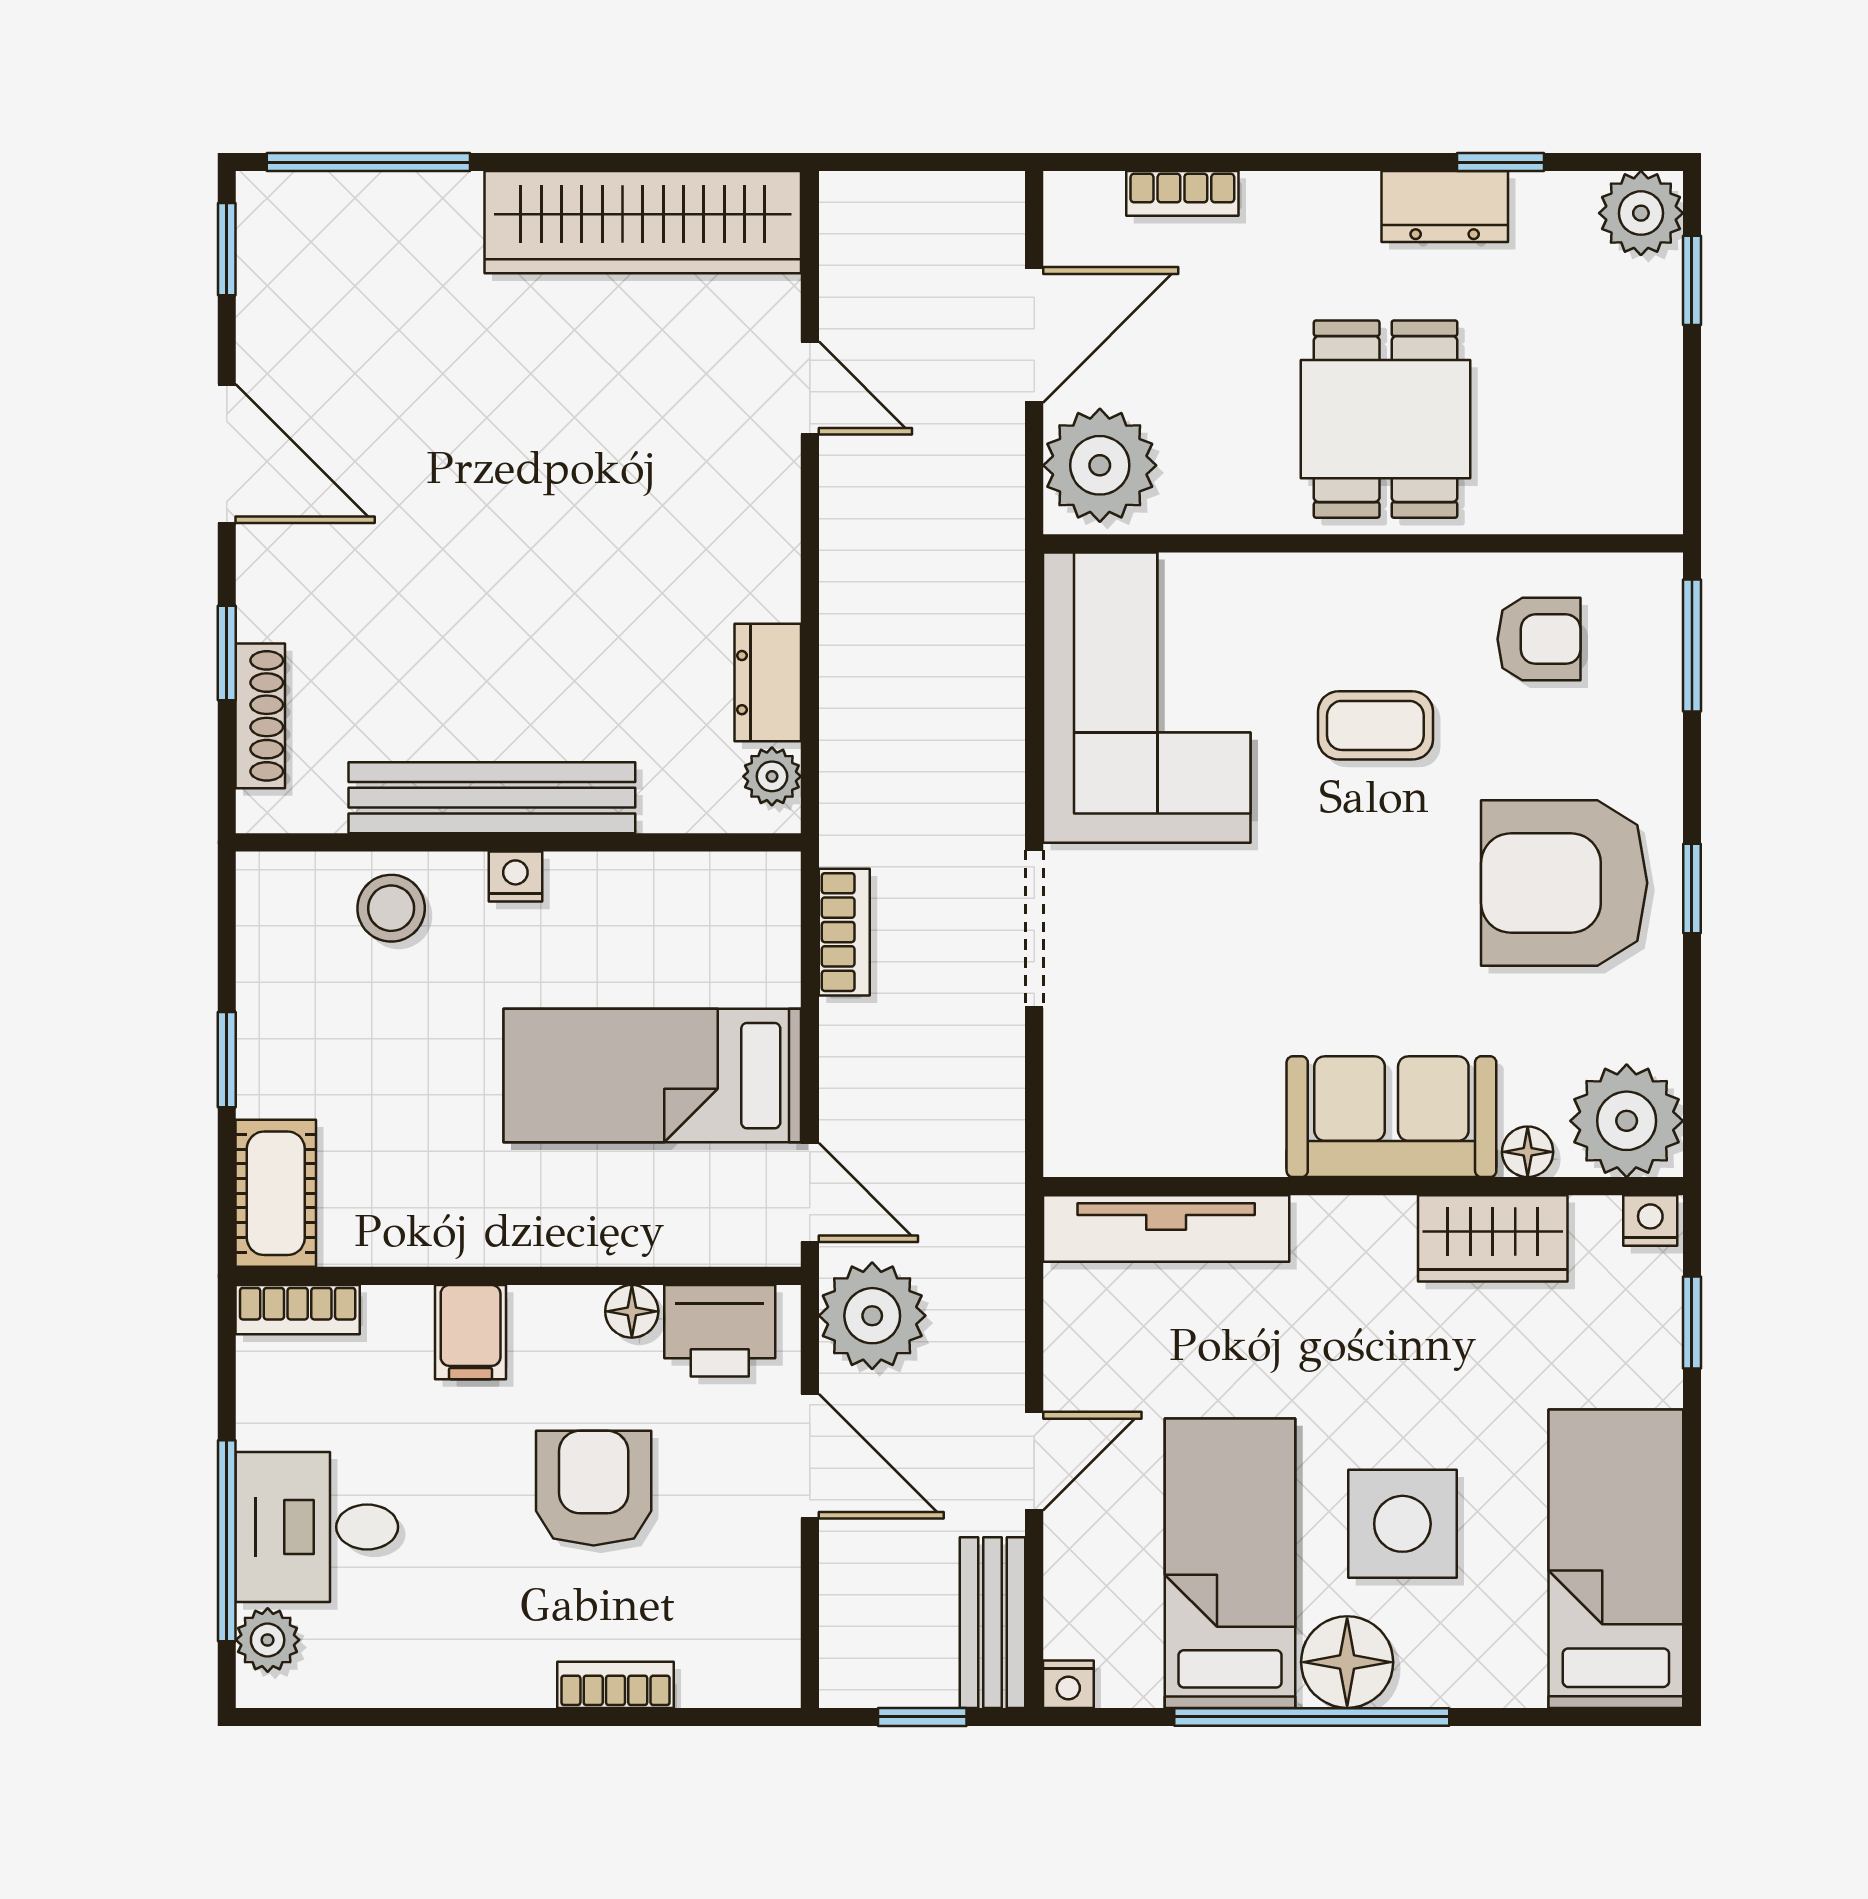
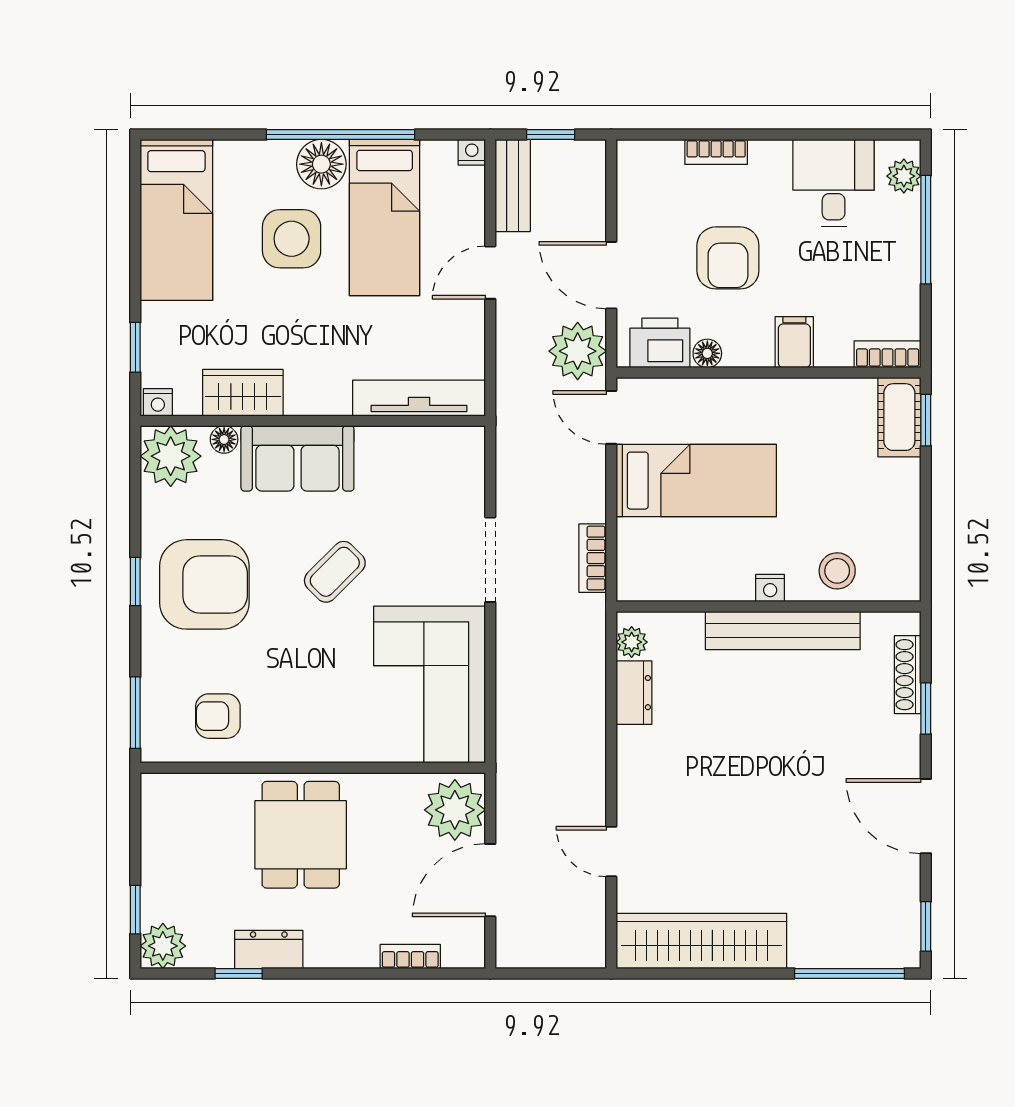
coffee table: (1375, 725) -> (335, 572), moved, turned -45
window: (227, 1060) -> (926, 420), moved
desk: (317, 1527) -> (834, 183), moved, turned -90

